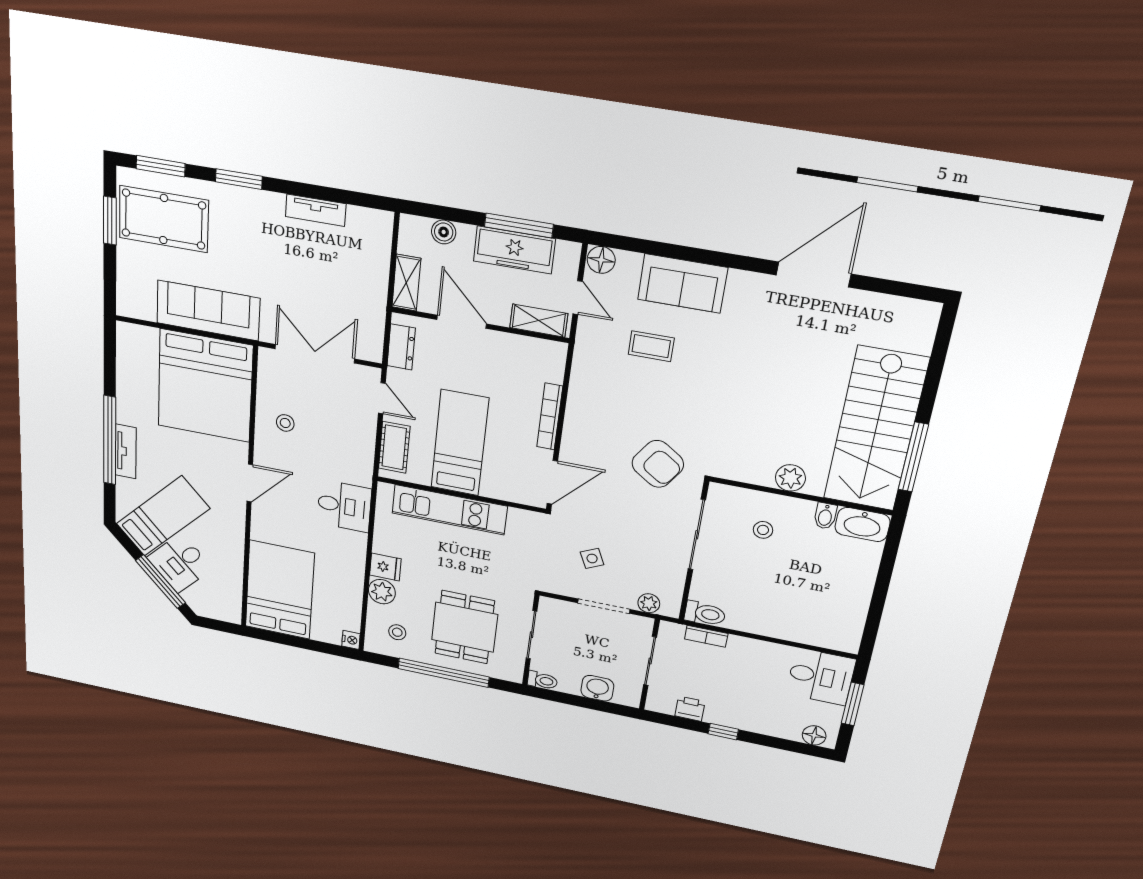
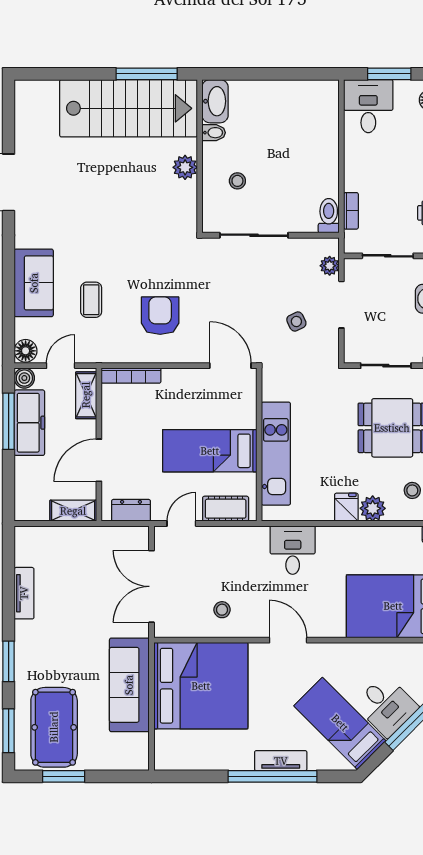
boiler: (444, 232) -> (24, 378), moved
bookcase: (550, 417) -> (131, 376), moved
armchair: (658, 464) -> (160, 316), moved, turned -34

